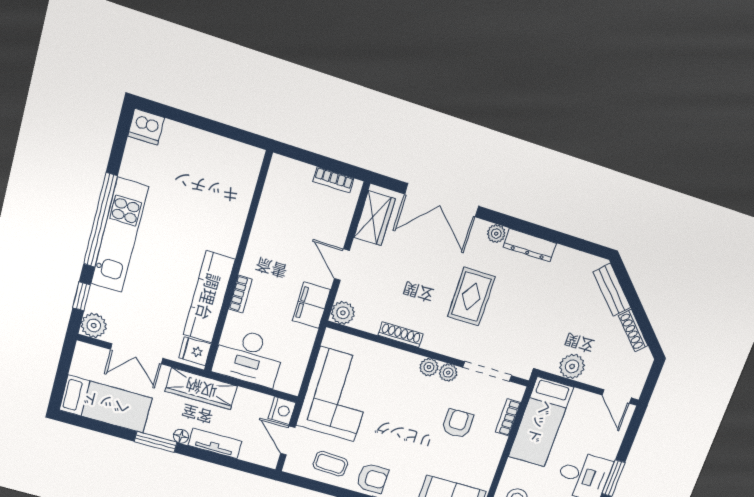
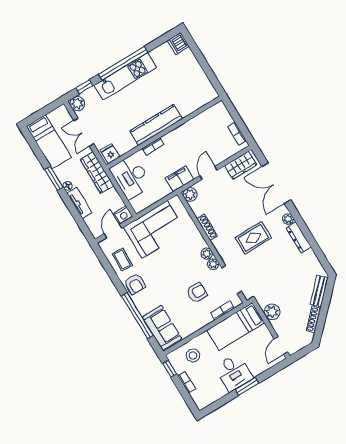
kitchen counter: (209, 297) -> (156, 125), moved

